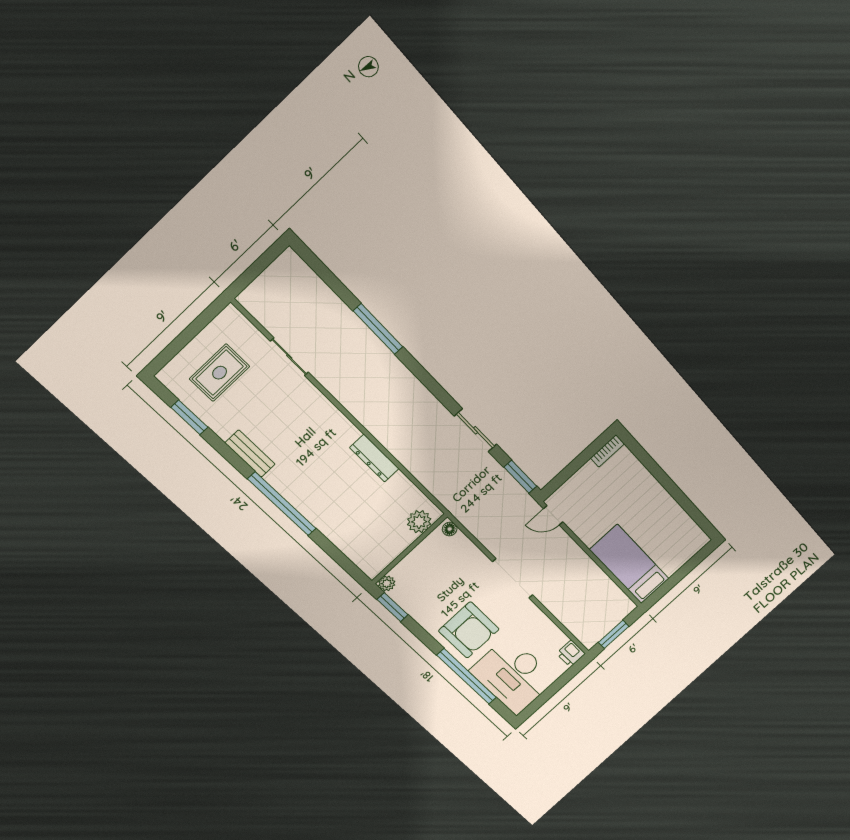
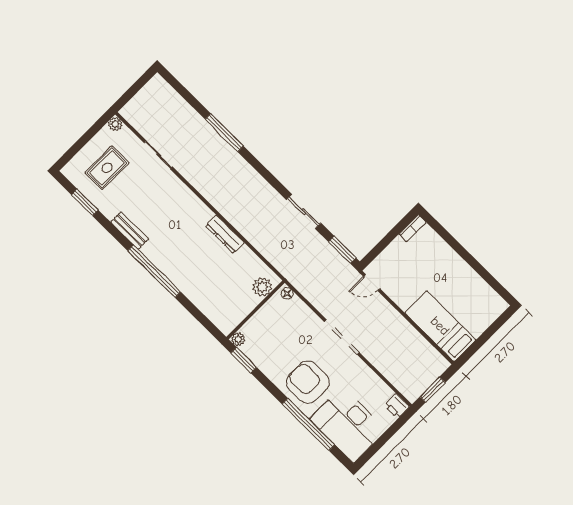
plant: (231, 315) -> (115, 124), added
armchair: (469, 630) -> (308, 382), turned 180

